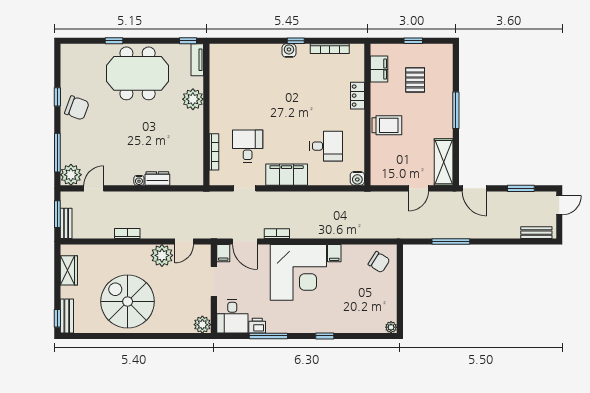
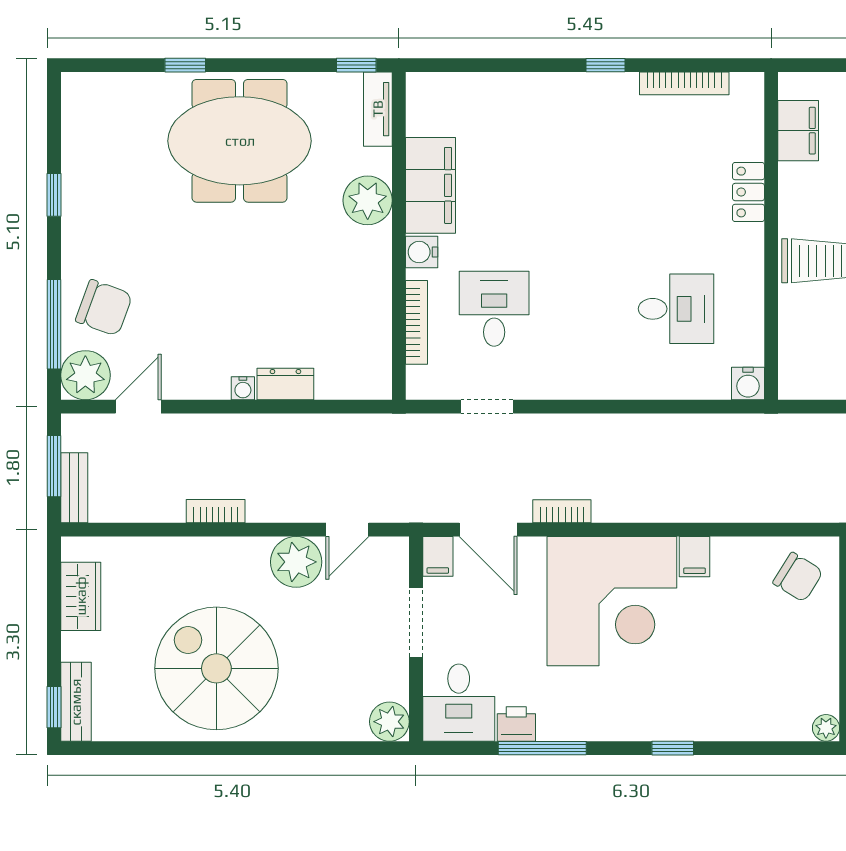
water cooler: (289, 51) -> (422, 252), moved, turned -90
chair: (77, 108) -> (104, 308), moved
filing cabinet: (287, 175) -> (431, 185), moved, turned 90

